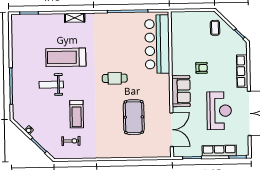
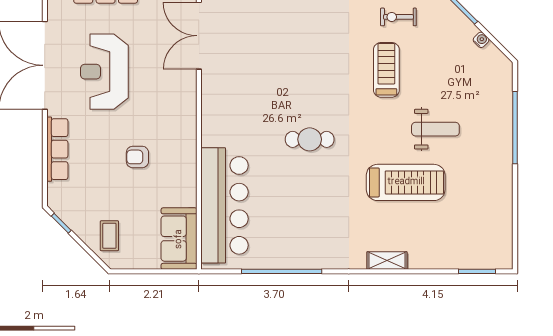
sofa: (181, 91) -> (179, 239), moved
pool table: (134, 117) -> (273, 62), removed

